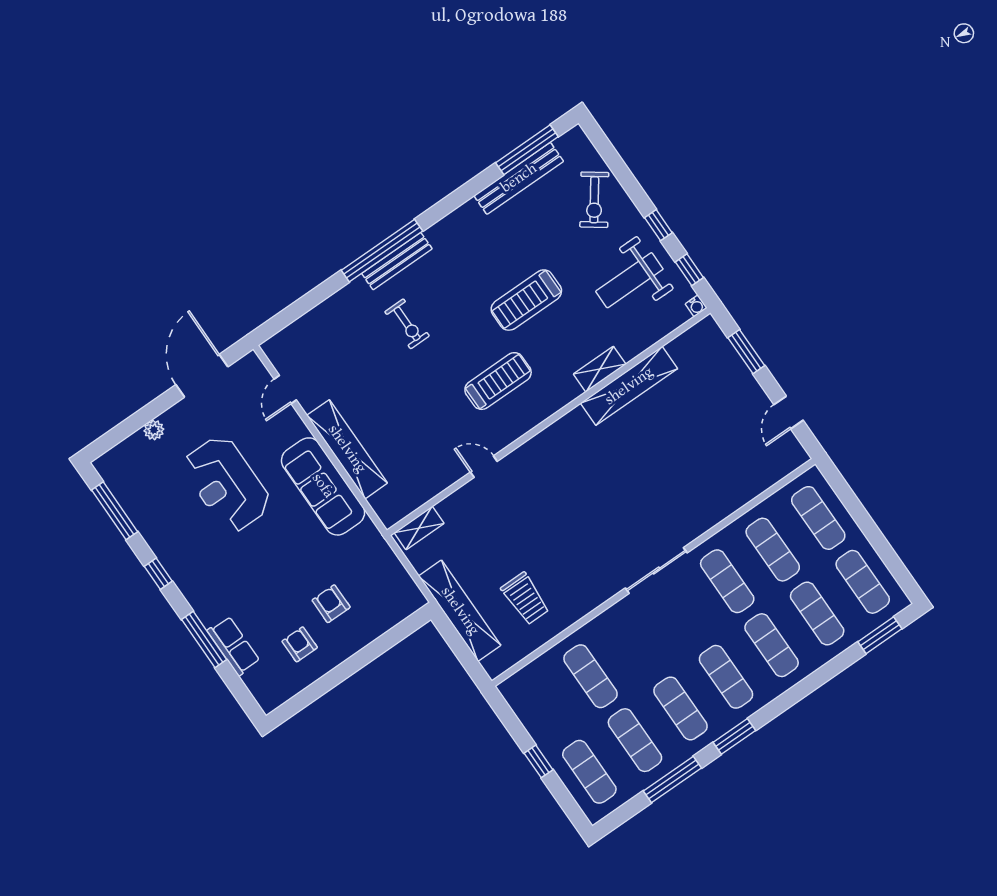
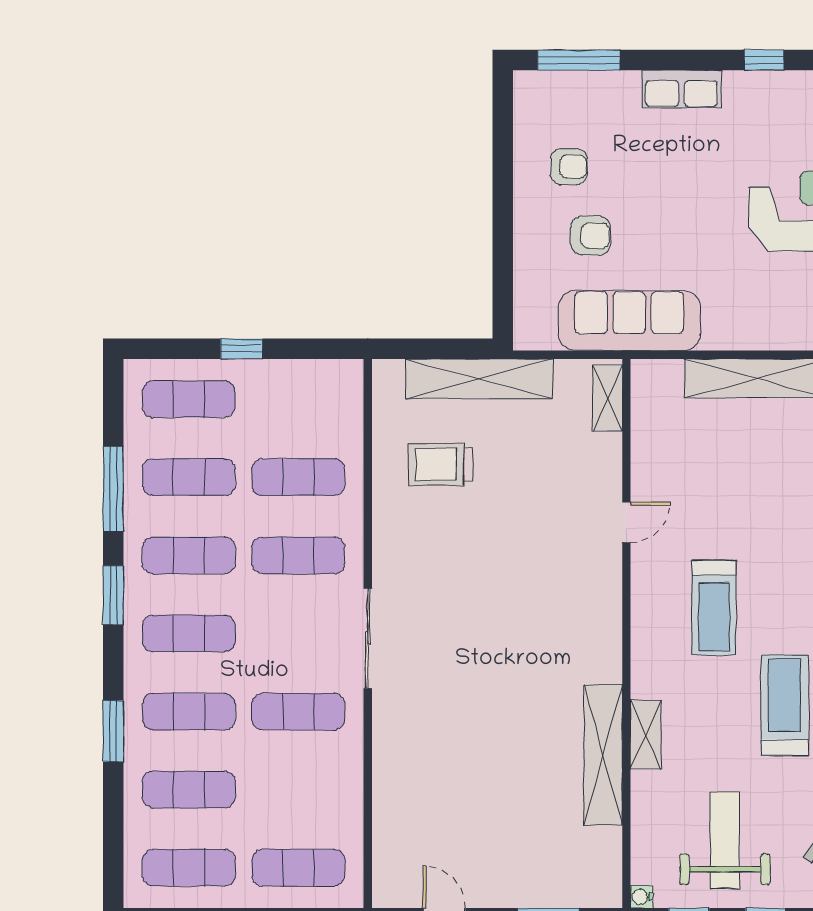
sofa: (323, 486) -> (629, 320), moved
exercise mat: (773, 550) -> (298, 555), moved
window: (880, 635) -> (113, 731), moved
window: (204, 640) -> (579, 60), moved
row of seats: (234, 646) -> (682, 89), moved

